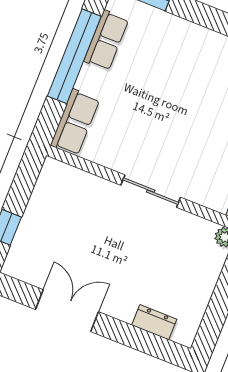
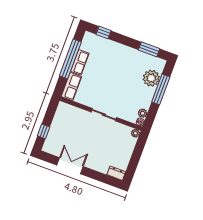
row of seats: (106, 40) -> (80, 62), moved
dresser: (154, 322) -> (116, 173), moved

